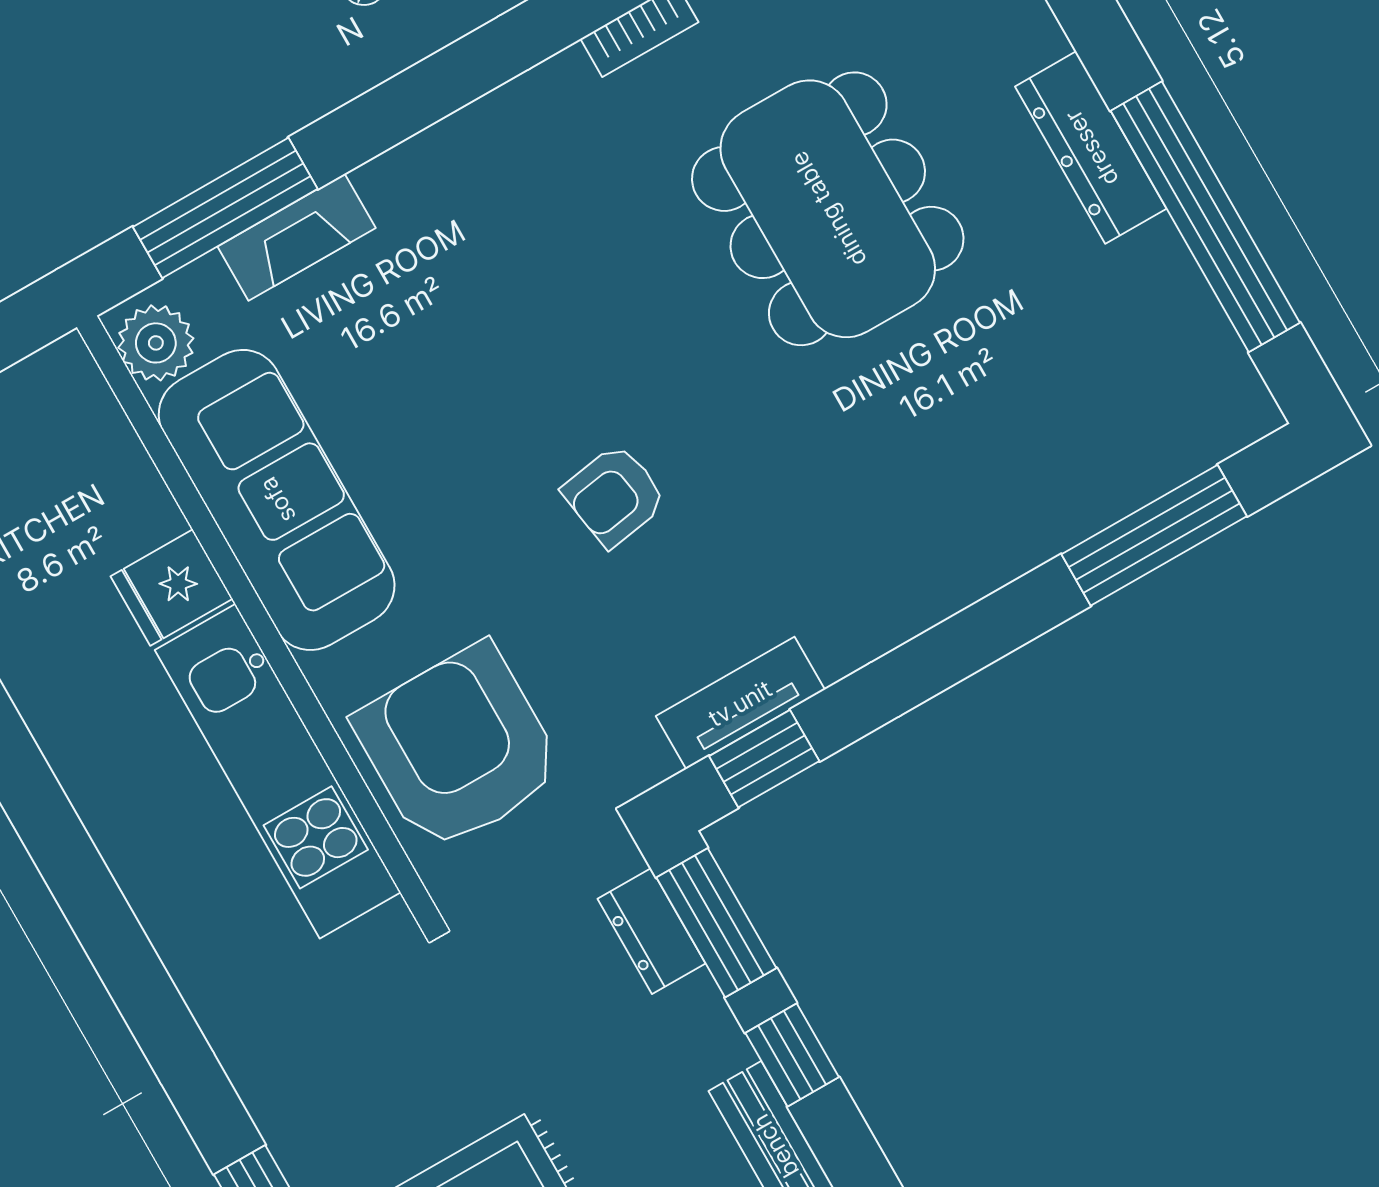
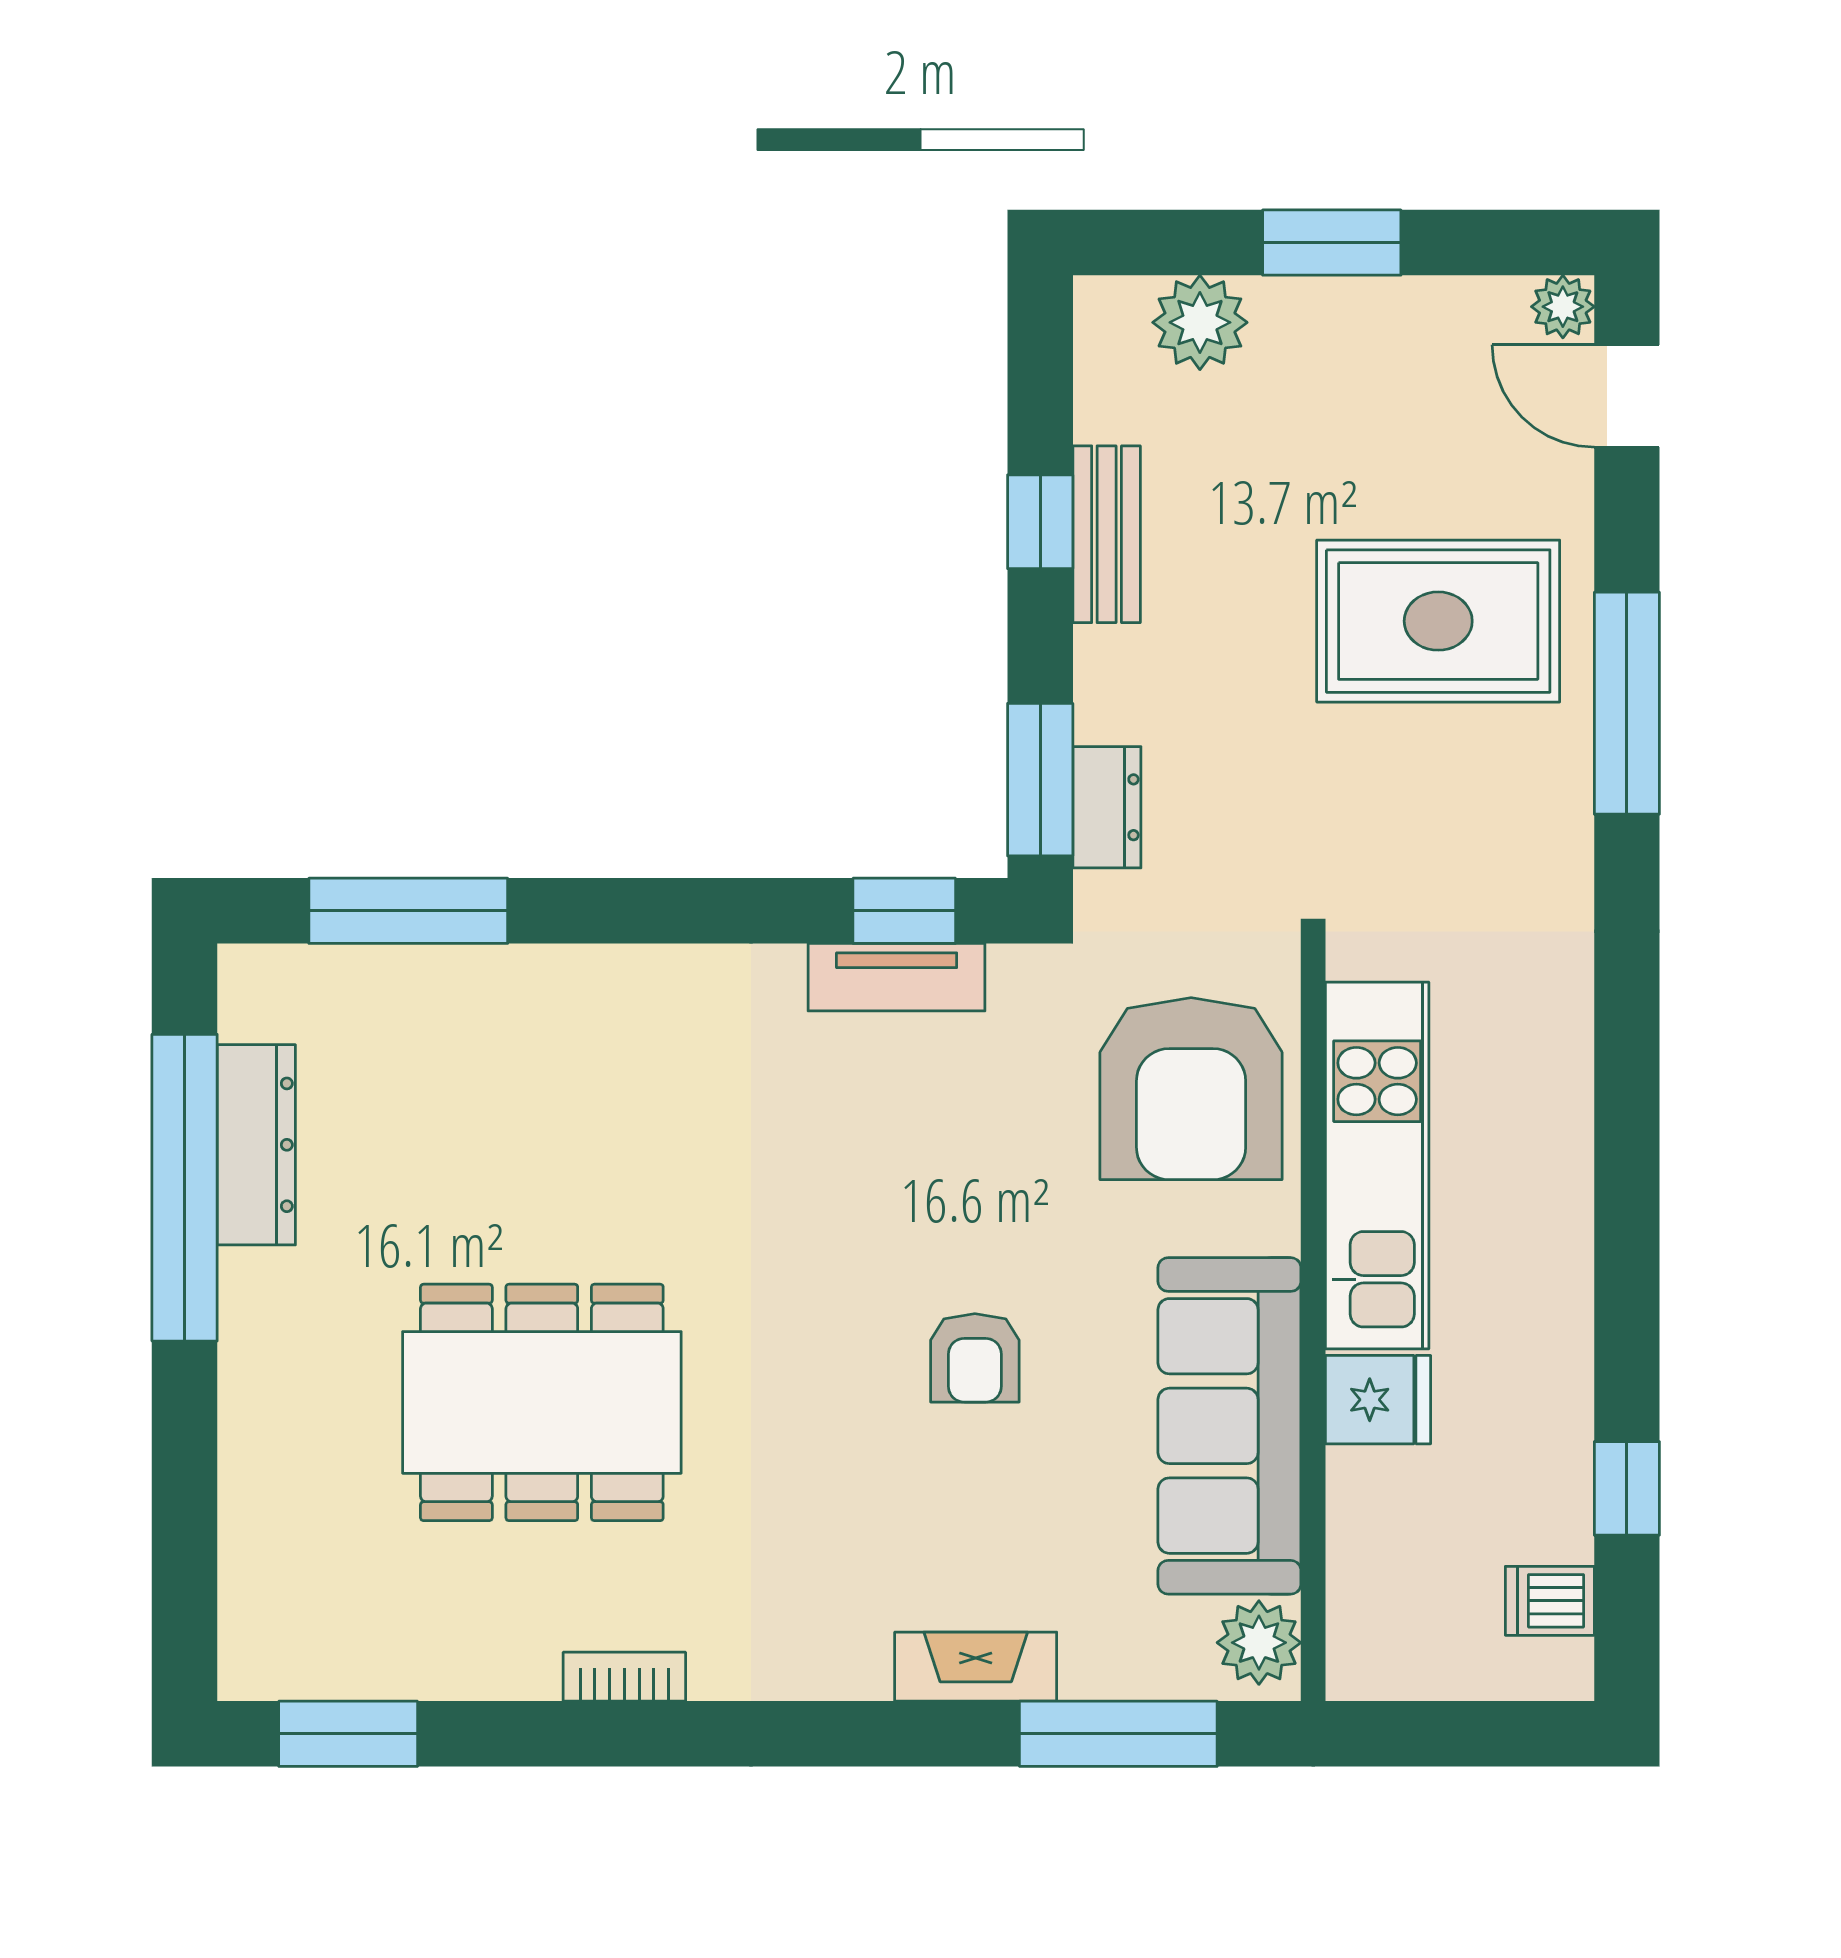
dresser: (1091, 148) -> (256, 1145), moved
dining table: (828, 209) -> (542, 1402), turned 90
fireplace: (297, 237) -> (976, 1667), moved
armchair: (614, 495) -> (975, 1358), moved, turned 99
window: (792, 1055) -> (1040, 522), moved

